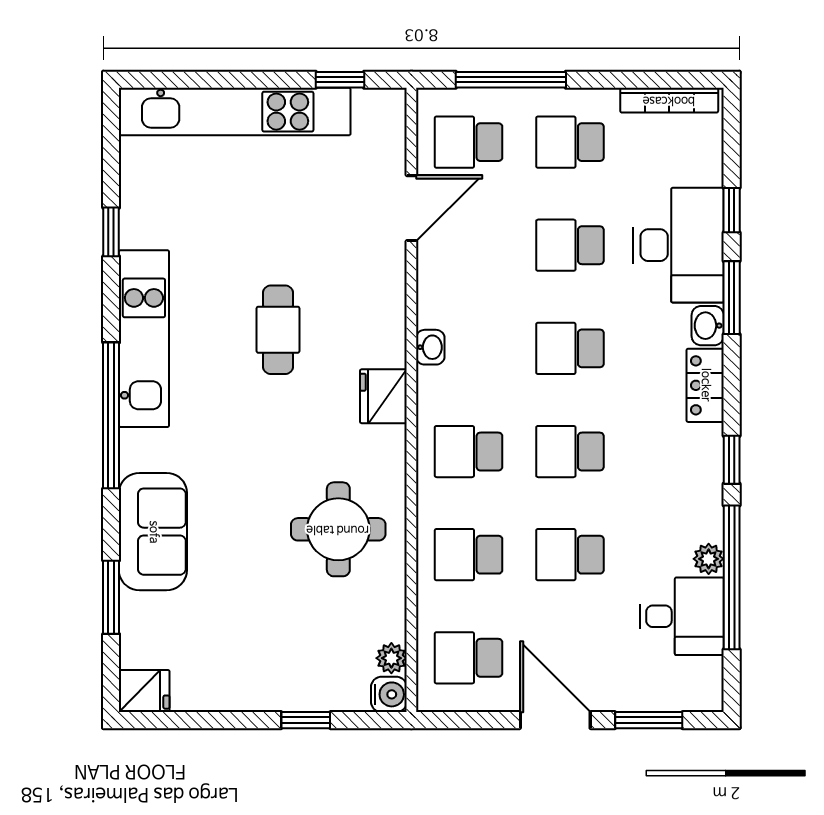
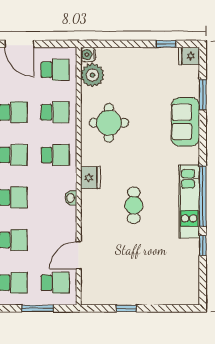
window: (340, 80) -> (126, 308), moved
window: (511, 80) -> (38, 308), width x0.69
kitchen unit: (235, 112) -> (152, 295), removed
window: (111, 415) -> (203, 196), moved
plant: (391, 658) -> (92, 75), width x1.88, depth x1.88
window: (306, 720) -> (166, 44), moved

